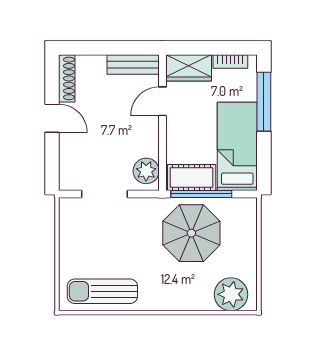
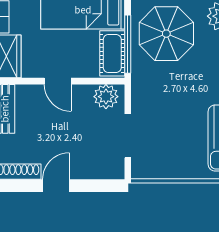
door: (162, 101) -> (58, 81), moved
parasol: (191, 233) -> (166, 34), moved

